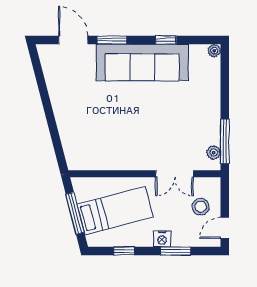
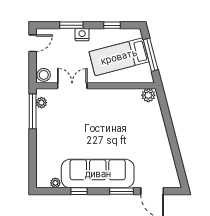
plant: (214, 51) -> (55, 183), moved
plant: (78, 162) -> (148, 95), added
stool: (201, 207) -> (44, 75), moved

